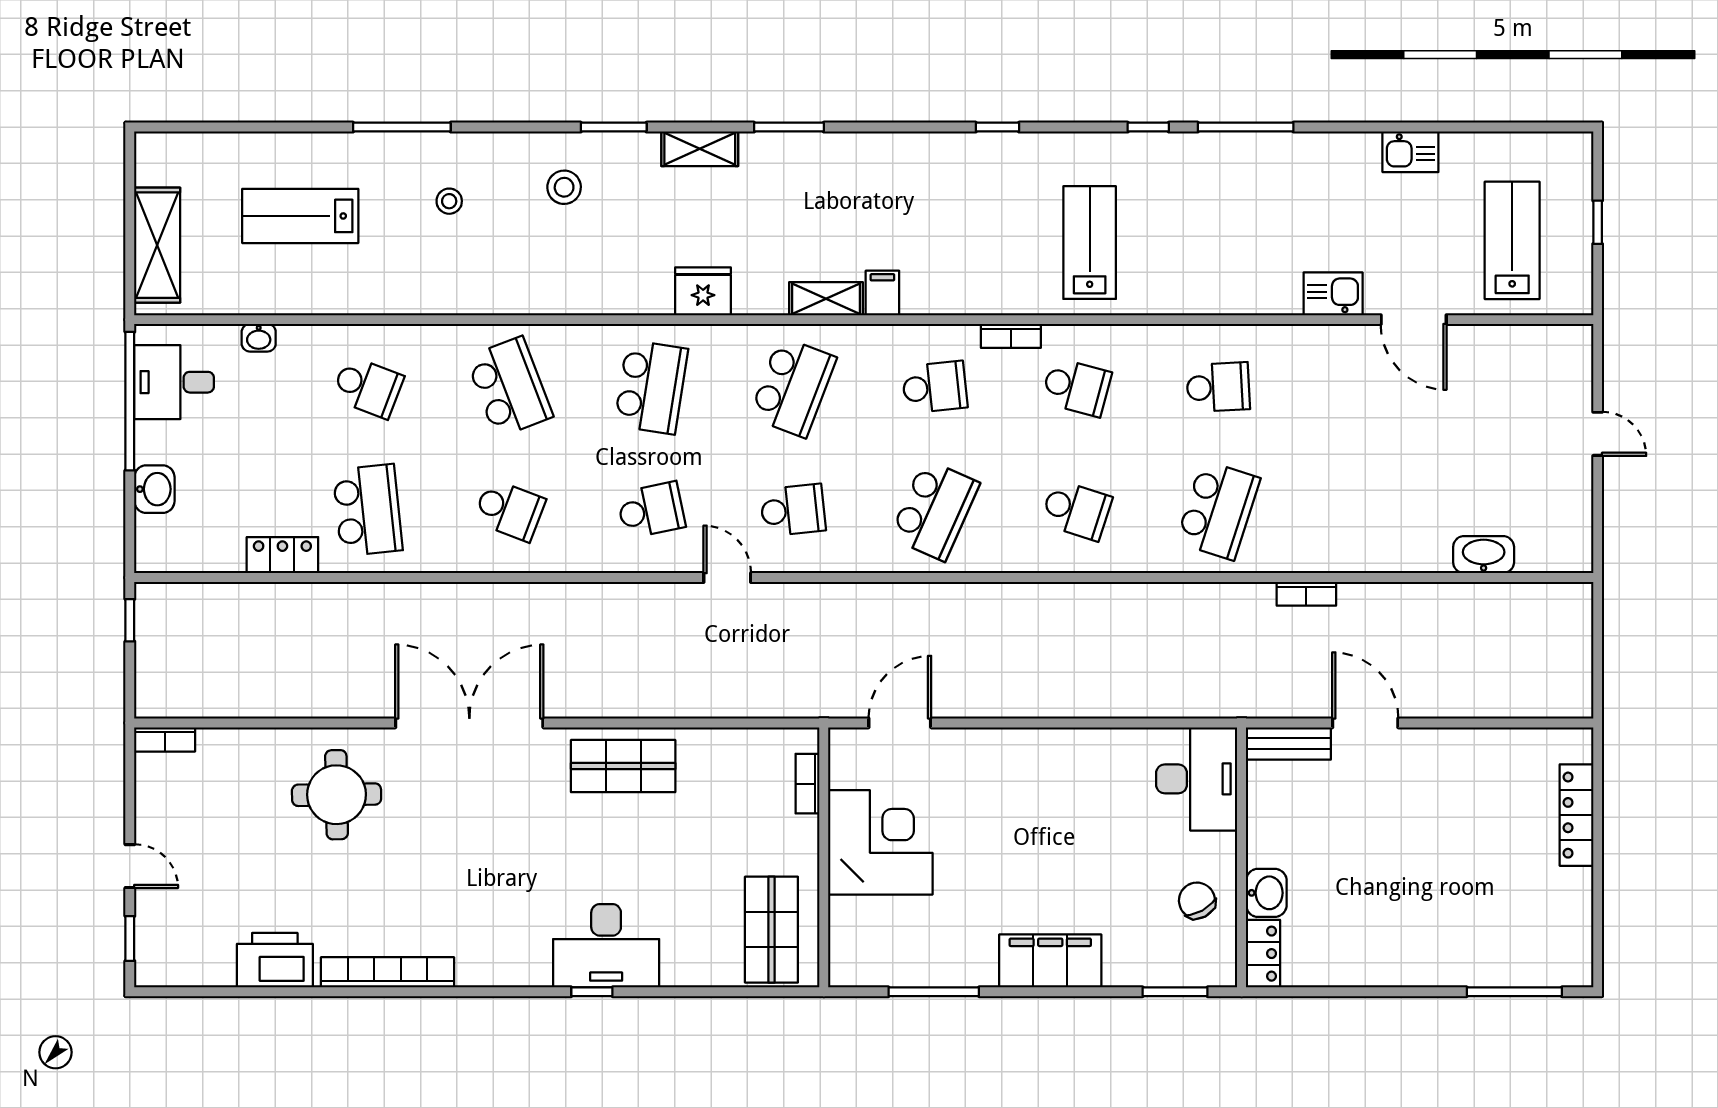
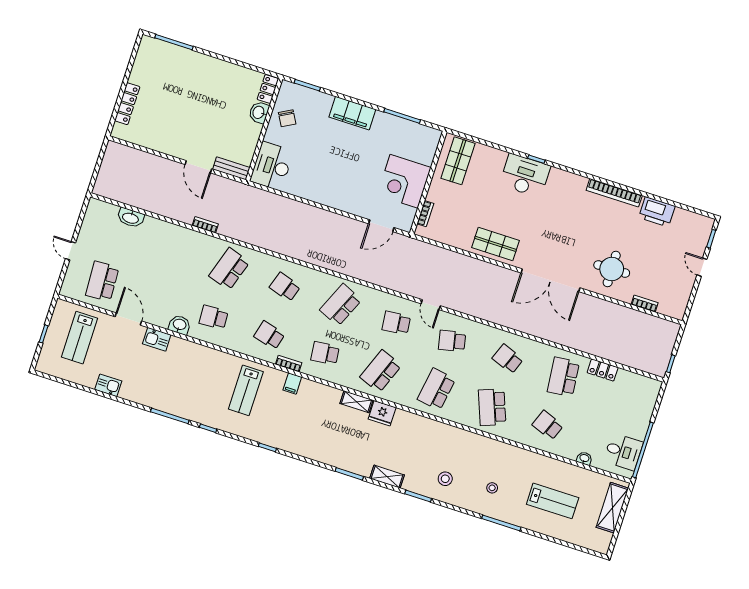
fridge: (703, 291) -> (382, 413), moved
filing cabinet: (882, 293) -> (292, 384), moved
school desk: (1502, 387) -> (102, 281), added
washbasin: (154, 489) -> (179, 325), moved, turned 90
bookcase: (165, 739) -> (645, 304), moved

